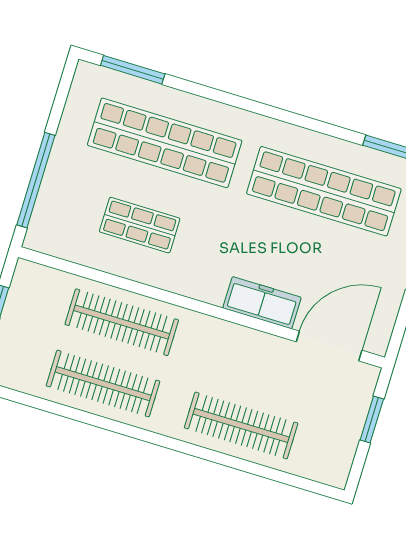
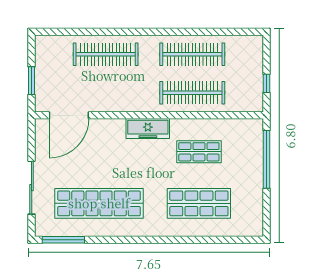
window: (133, 70) -> (230, 240), removed
shop shelf: (165, 143) -> (199, 203), width x0.71
freezer: (262, 303) -> (148, 128), moved

